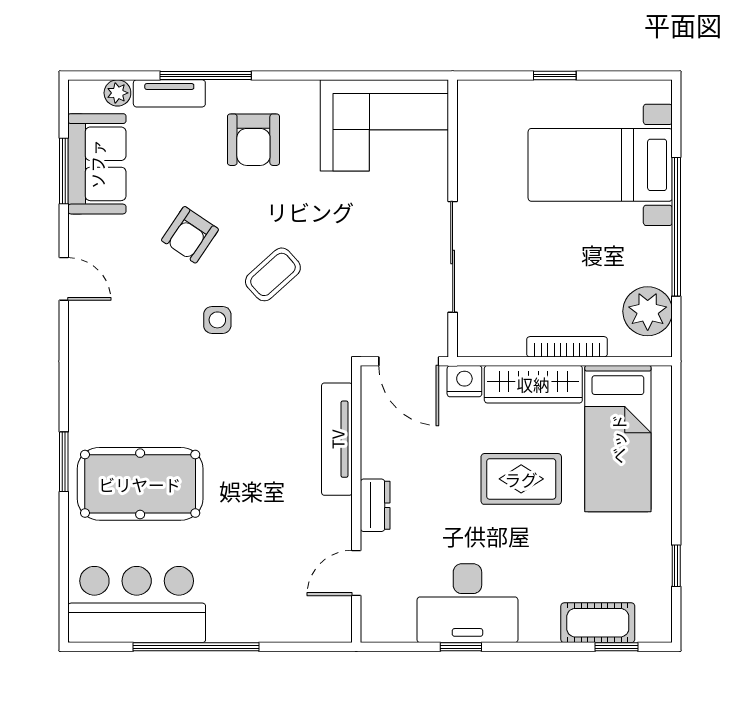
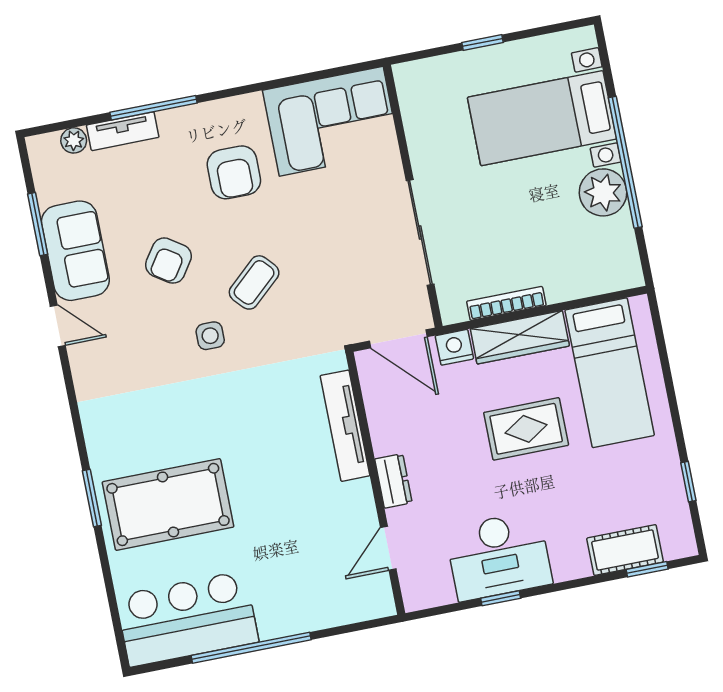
armchair: (253, 140) -> (234, 172), moved
sofa: (97, 164) -> (75, 251), moved
plant: (648, 311) -> (603, 192), moved
bookcase: (567, 347) -> (506, 303), moved

